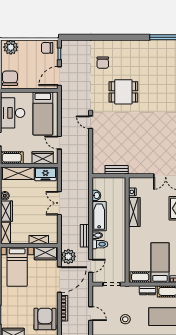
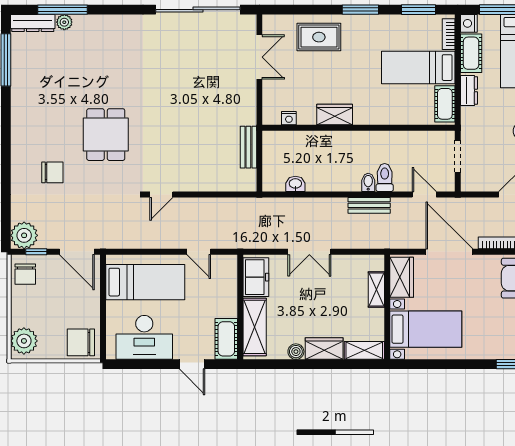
door: (59, 143) -> (199, 252), hinge flipped
wardrobe: (43, 158) -> (226, 282), removed
wardrobe: (134, 212) -> (335, 115), width x0.67
bathtub: (99, 216) -> (333, 179), removed
plant: (68, 256) -> (24, 235), moved

